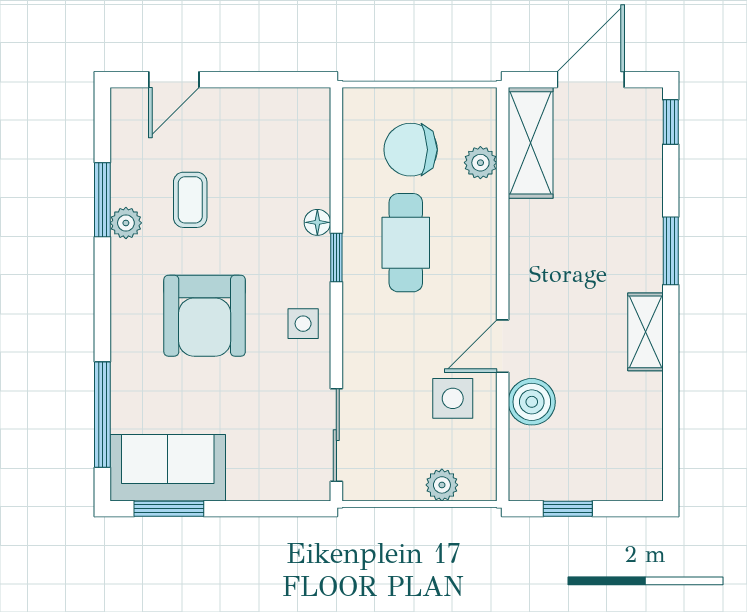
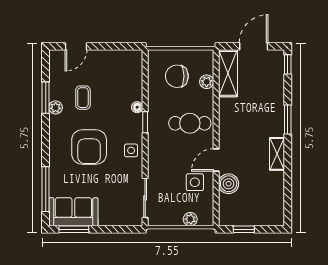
cafe table: (406, 243) -> (190, 123), moved, turned 90

